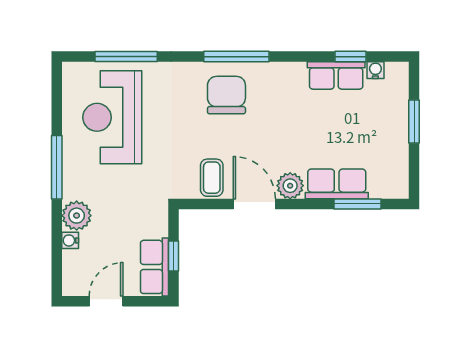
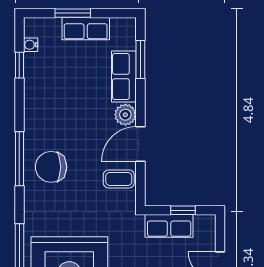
row of seats: (336, 75) -> (86, 29), moved, turned 90
row of seats: (154, 267) -> (169, 226), moved

